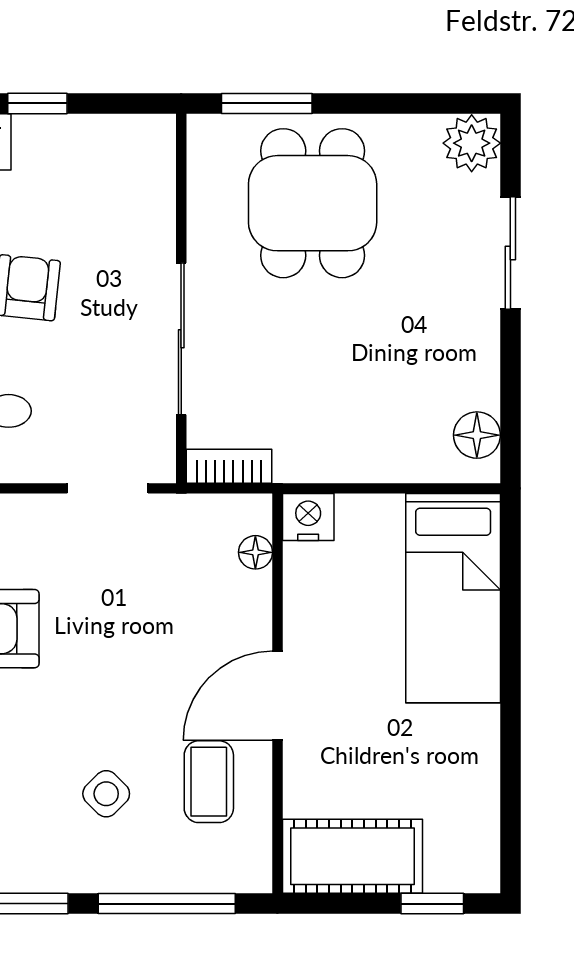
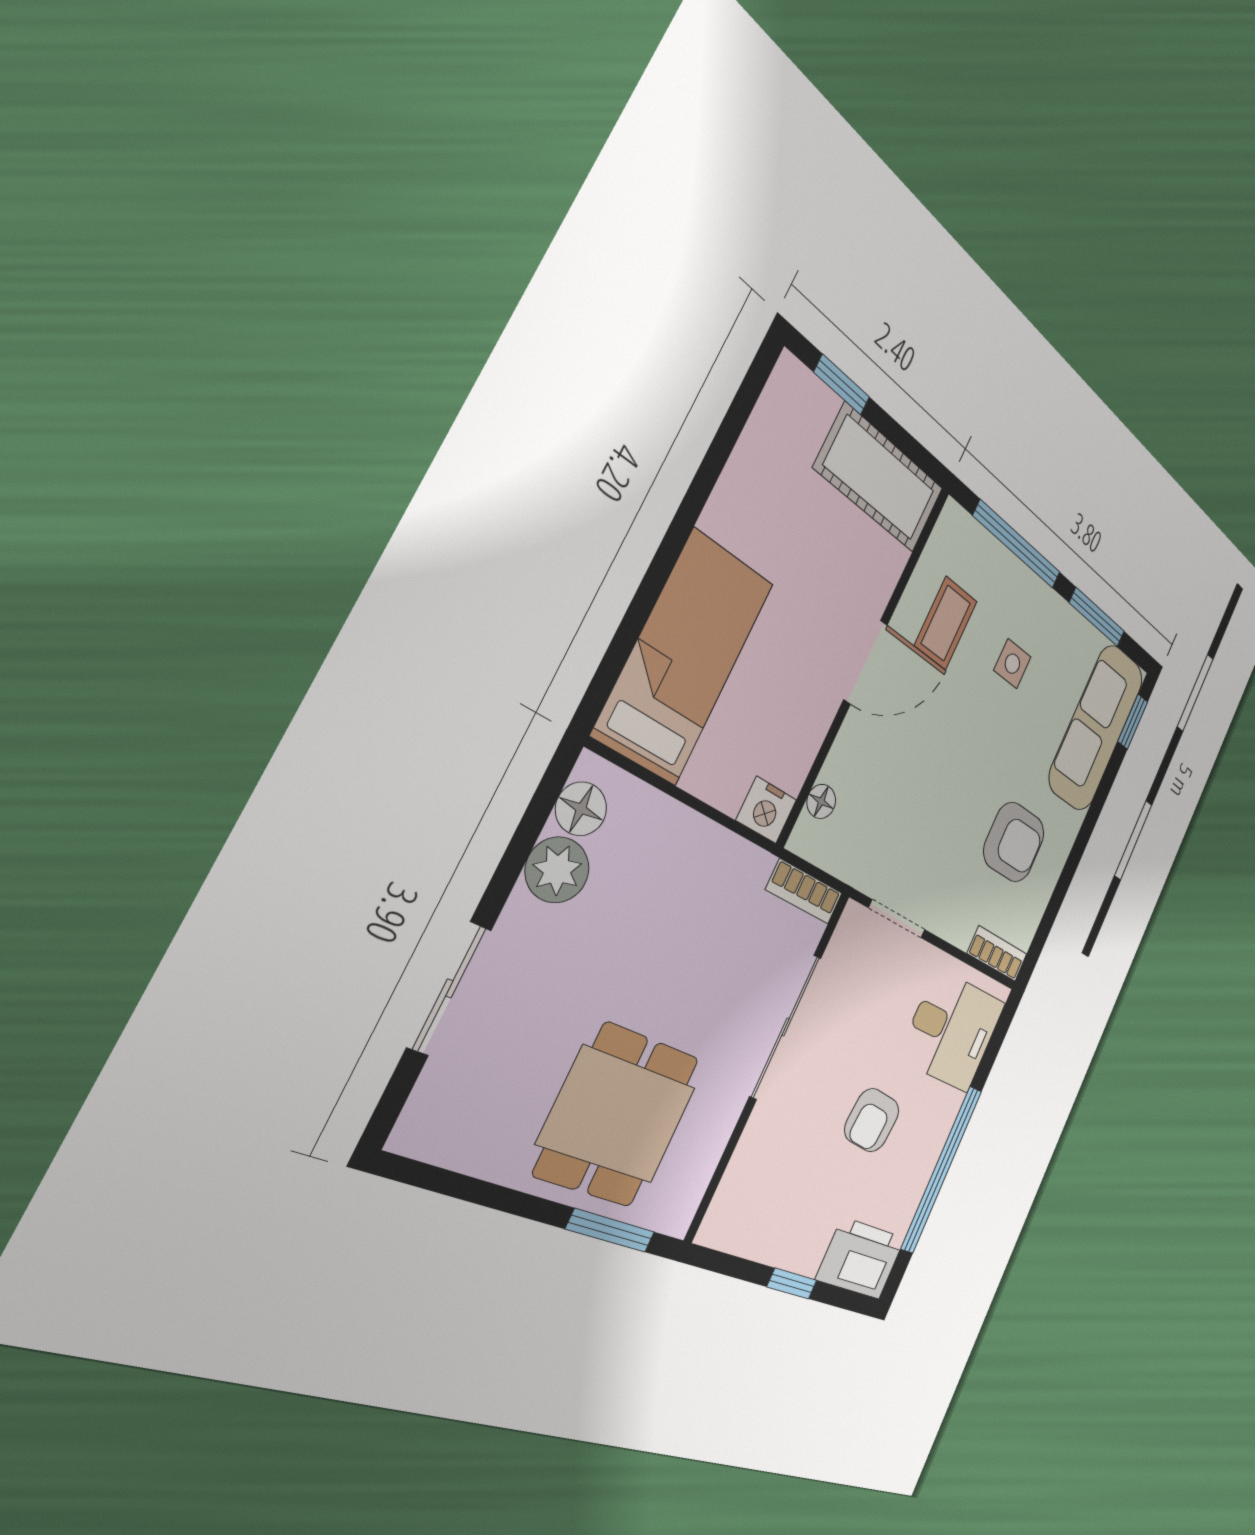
plant: (472, 143) -> (557, 870), moved
side table: (106, 794) -> (1012, 664), turned 45

